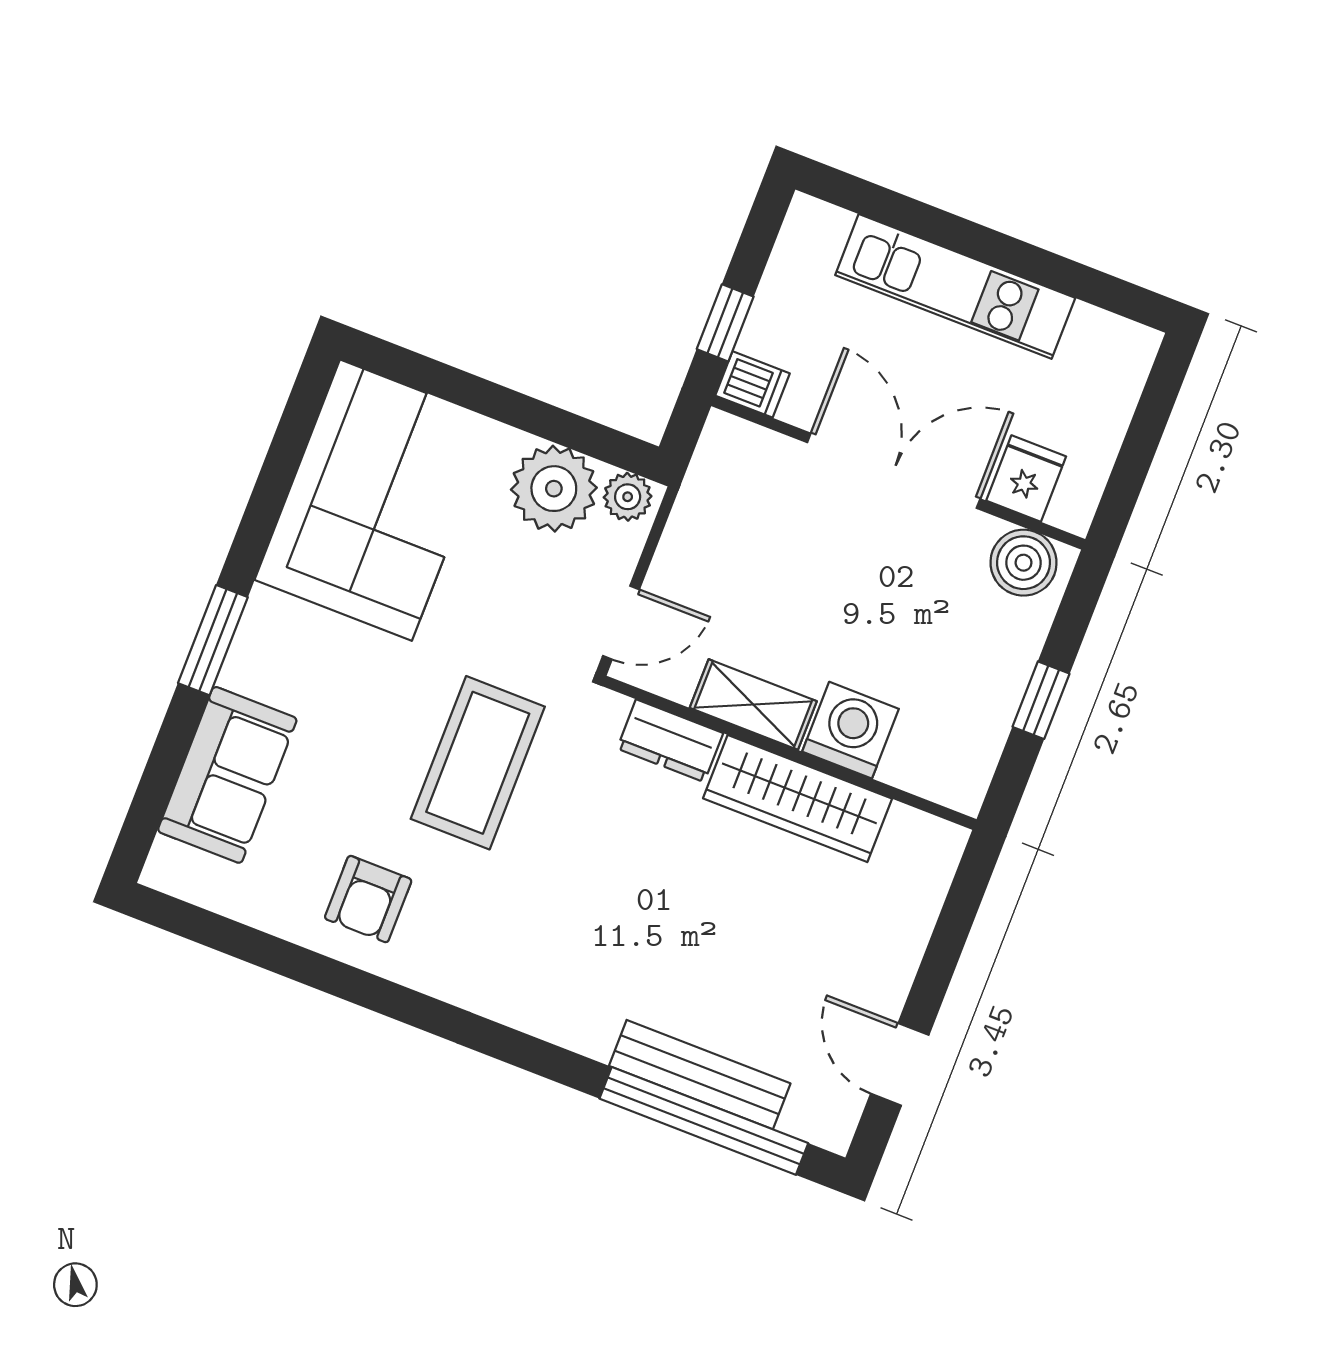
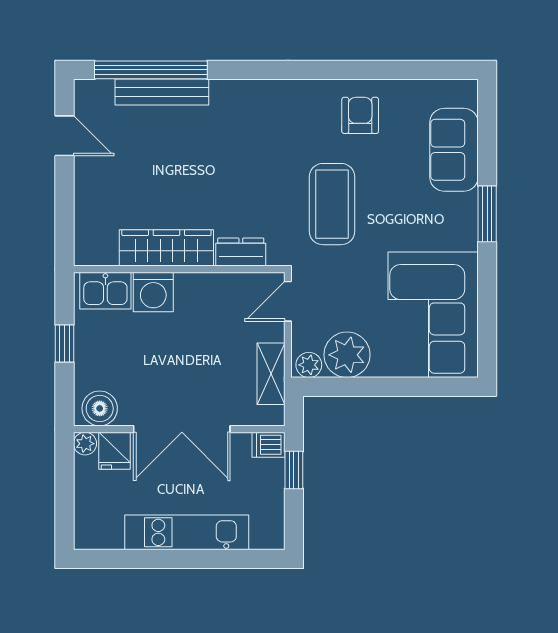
plant: (1073, 511) -> (85, 444), added
shelving: (753, 705) -> (271, 374), moved, turned 90
kitchen sink: (933, 765) -> (105, 291), added

